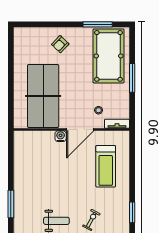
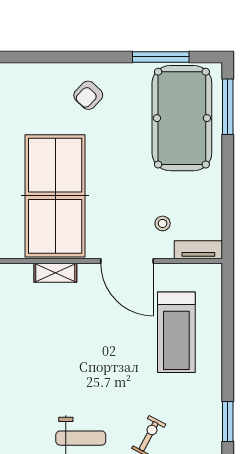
window: (132, 78) -> (228, 107), moved
door: (80, 130) -> (127, 261), hinge flipped
shelving: (43, 136) -> (55, 273), added
water cooler: (61, 136) -> (89, 274), removed

